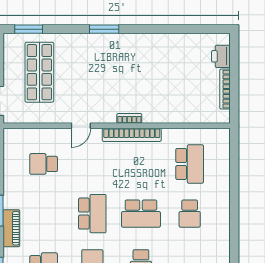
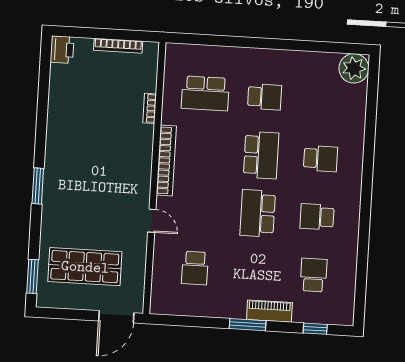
printer: (221, 56) -> (62, 50), moved, turned -90
bookcase: (129, 118) -> (150, 108), moved
school desk: (190, 164) -> (205, 93), turned 180
school desk: (92, 214) -> (258, 213), turned -90

